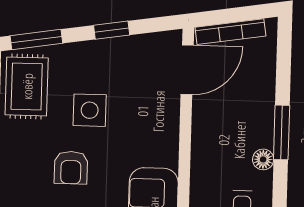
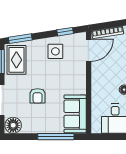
window: (112, 30) -> (65, 32), moved
side table: (90, 110) -> (55, 51), moved

